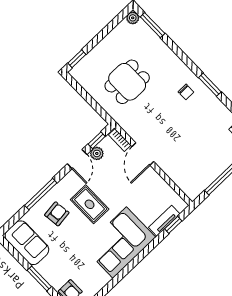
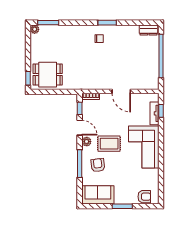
dining table: (127, 82) -> (48, 75), moved, turned 90
plant: (97, 153) -> (87, 142), moved
door: (143, 154) -> (121, 91), moved

